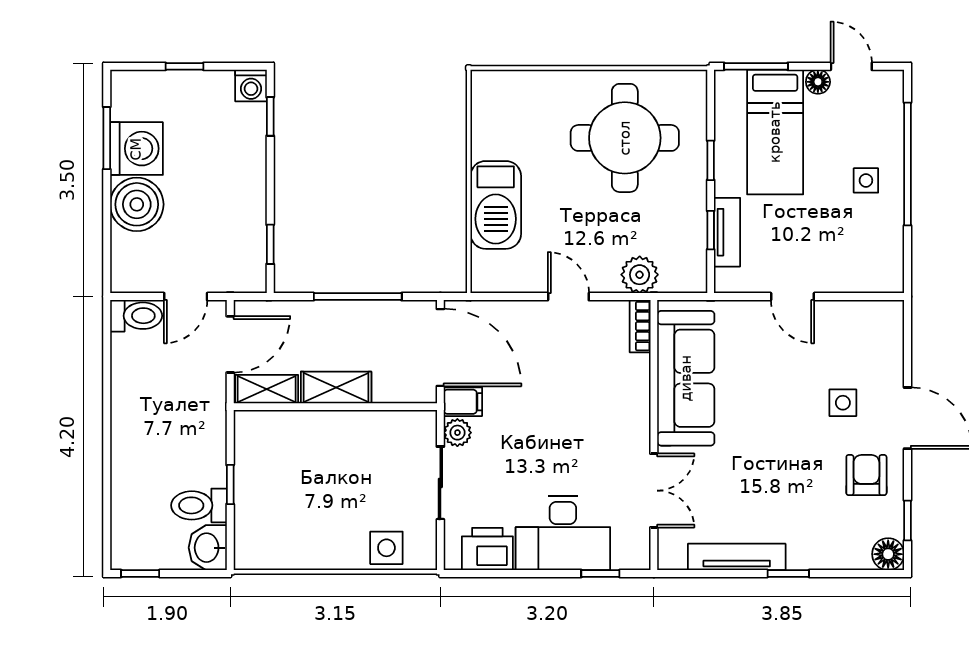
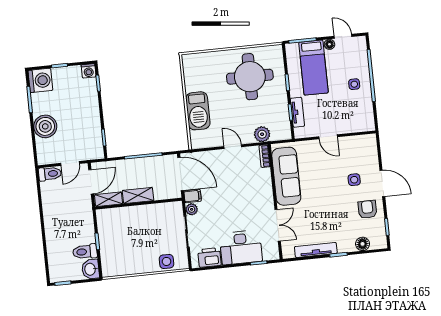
washing machine: (136, 149) -> (40, 80), moved
floor lamp: (888, 554) -> (363, 244), moved

